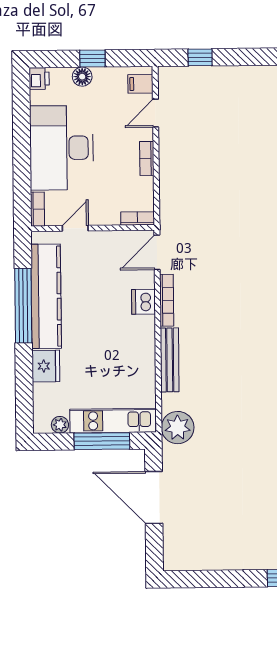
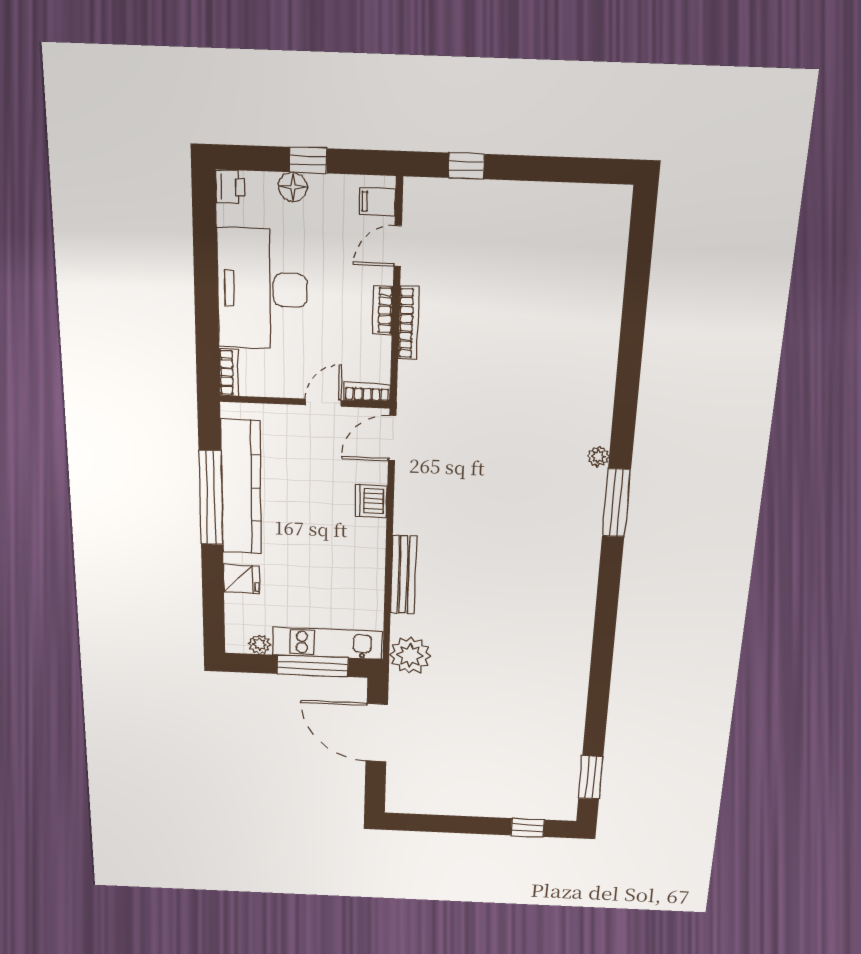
door: (75, 228) -> (323, 403), moved
bookcase: (167, 300) -> (408, 323), moved
fridge: (46, 366) -> (241, 579), width x0.72

